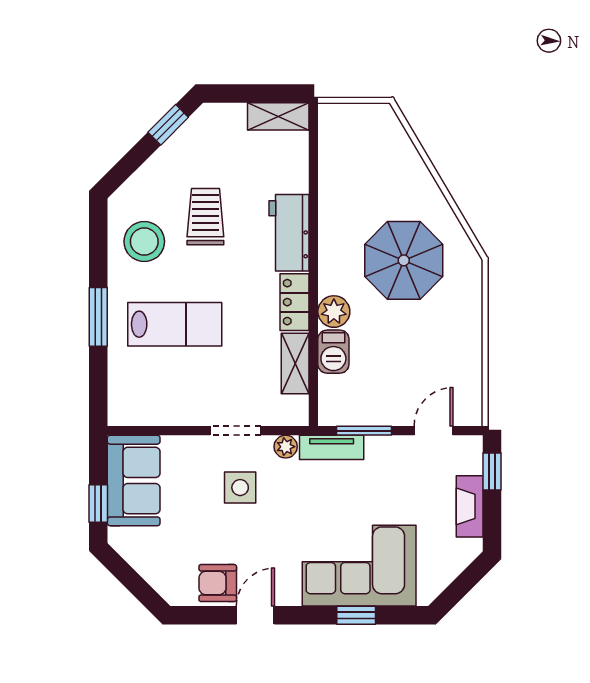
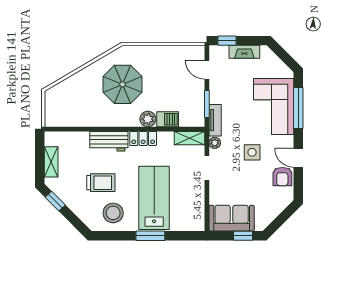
shelving: (278, 116) -> (51, 162), moved
trolley: (205, 217) -> (101, 183), turned 180
lab bench: (175, 324) -> (154, 198), width x1.36, depth x1.39
shelving: (295, 363) -> (189, 138), moved
side table: (240, 488) -> (252, 152), moved
window: (356, 615) -> (298, 108), width x2.17

